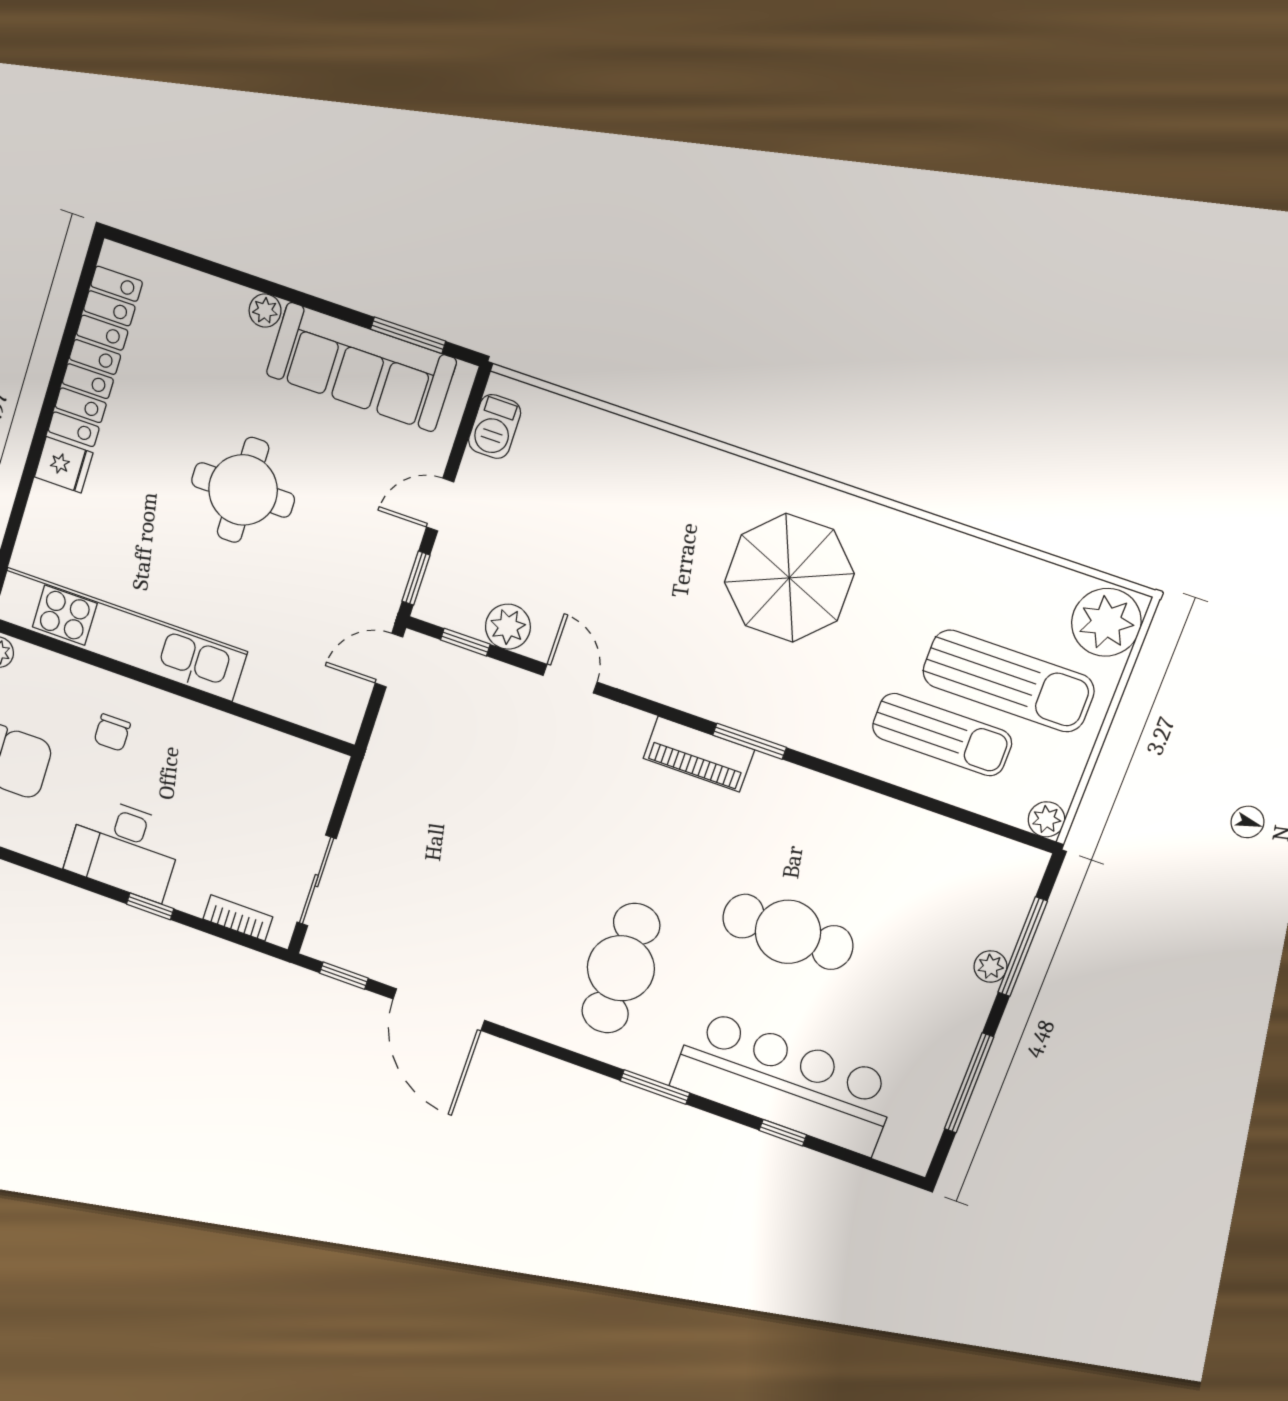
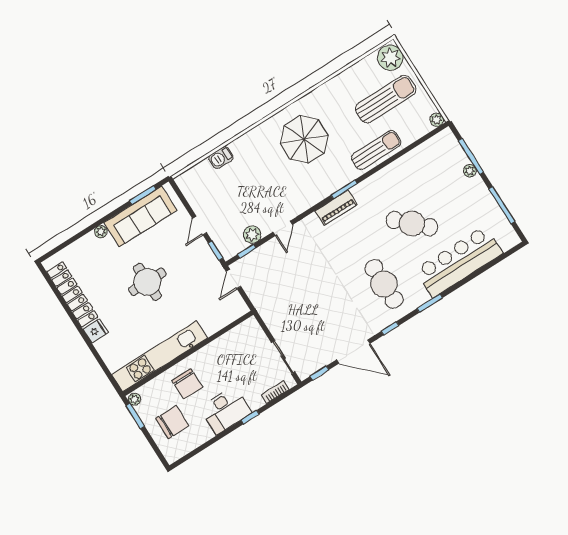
barbecue: (495, 427) -> (221, 158), moved, turned 90
door: (570, 679) -> (283, 228), swing flipped
chair: (112, 733) -> (187, 384), width x1.87, depth x1.87
sun lounger: (942, 735) -> (376, 150), moved
cafe table: (788, 932) -> (412, 224), turned 44
window: (783, 1133) -> (390, 328), moved

